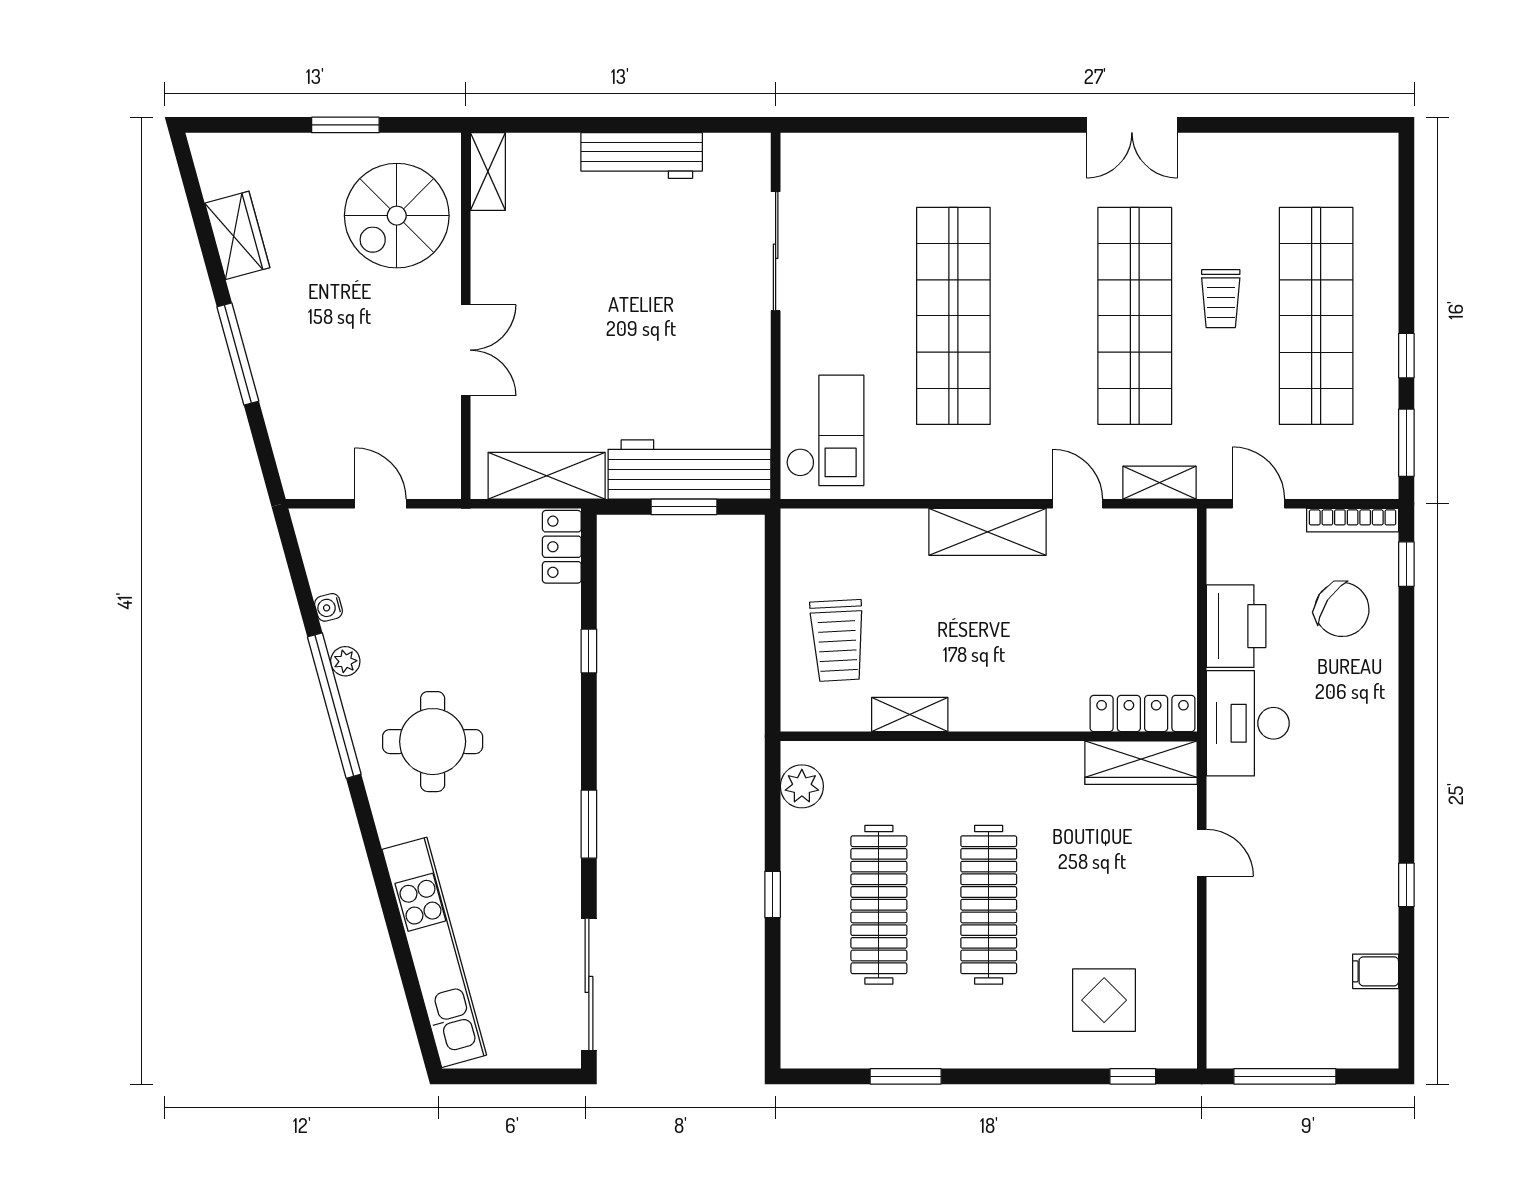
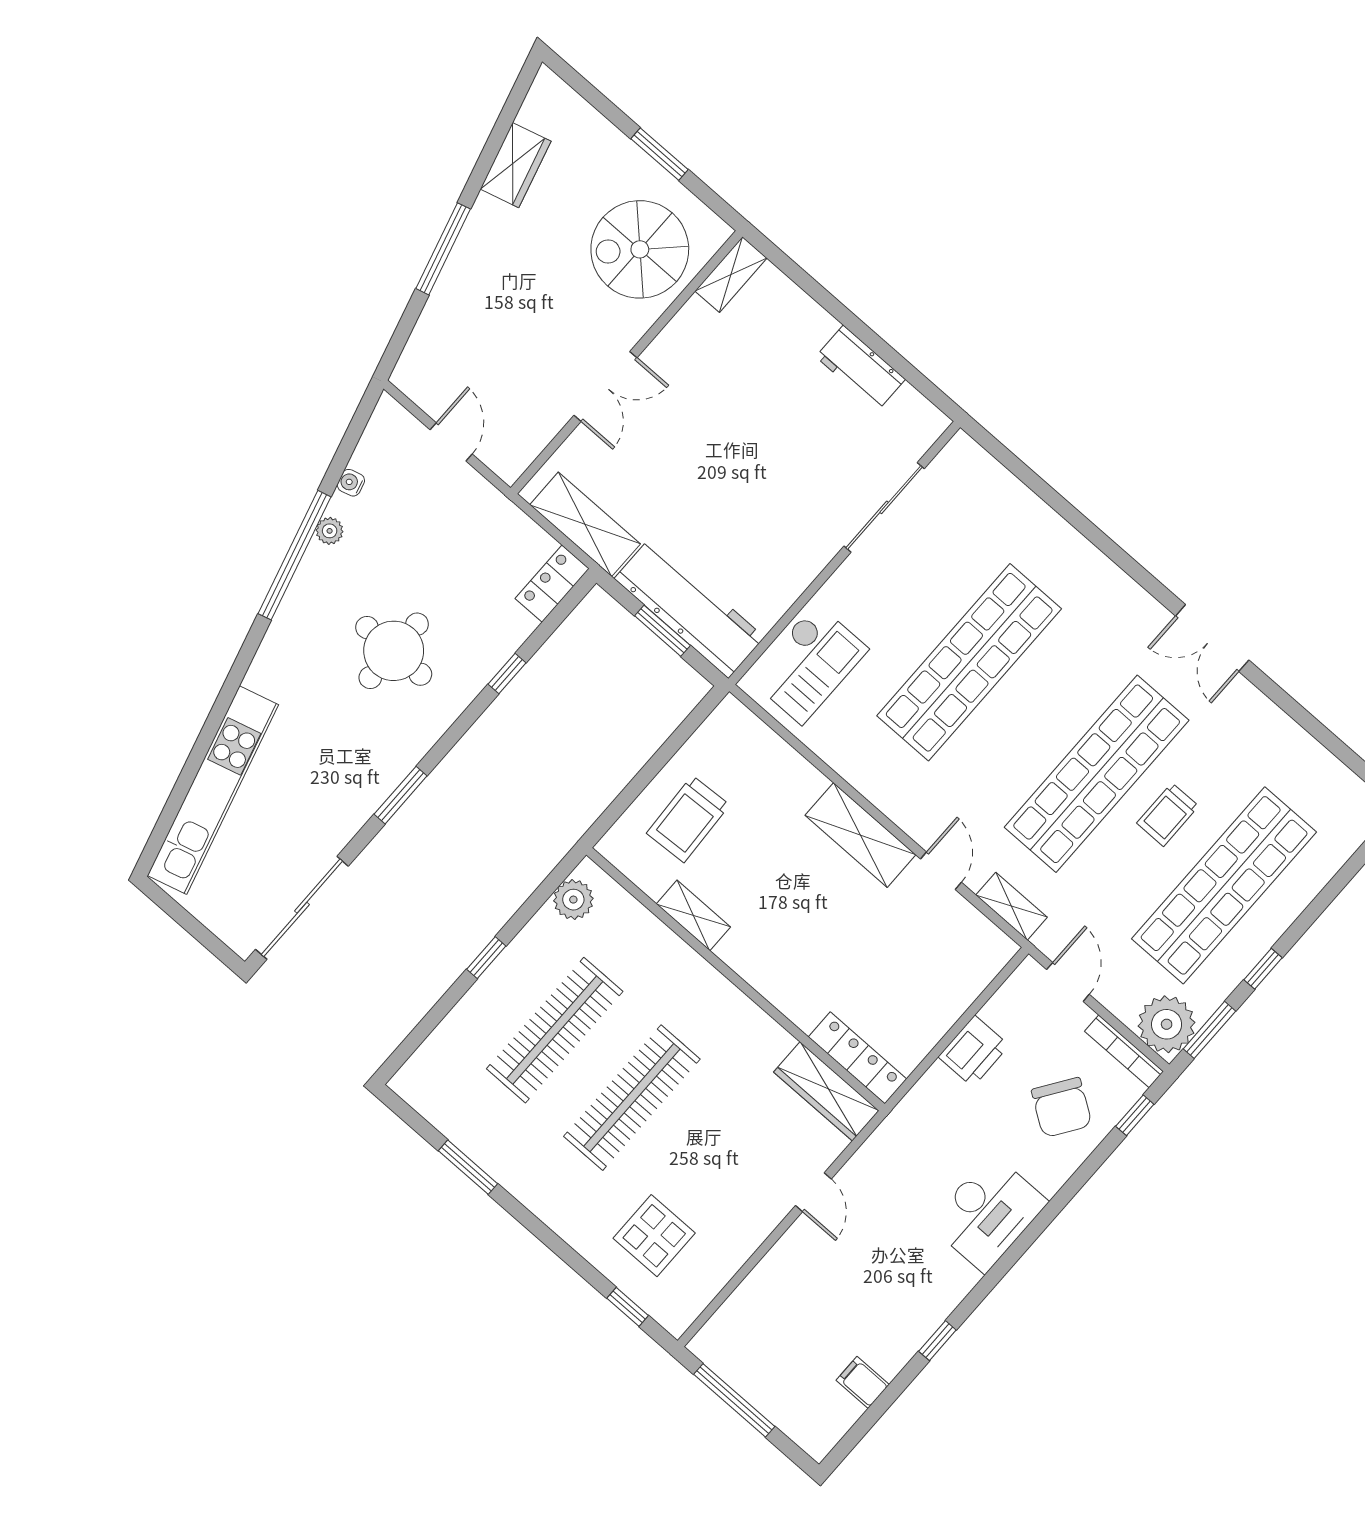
workbench: (642, 156) -> (860, 368), width x0.73
plant: (1368, 468) -> (1167, 1024), added
printer: (1236, 626) -> (974, 1051), width x0.73, depth x0.84
desk: (1248, 723) -> (988, 1213), moved, turned 180
round table: (433, 742) -> (394, 651), moved

